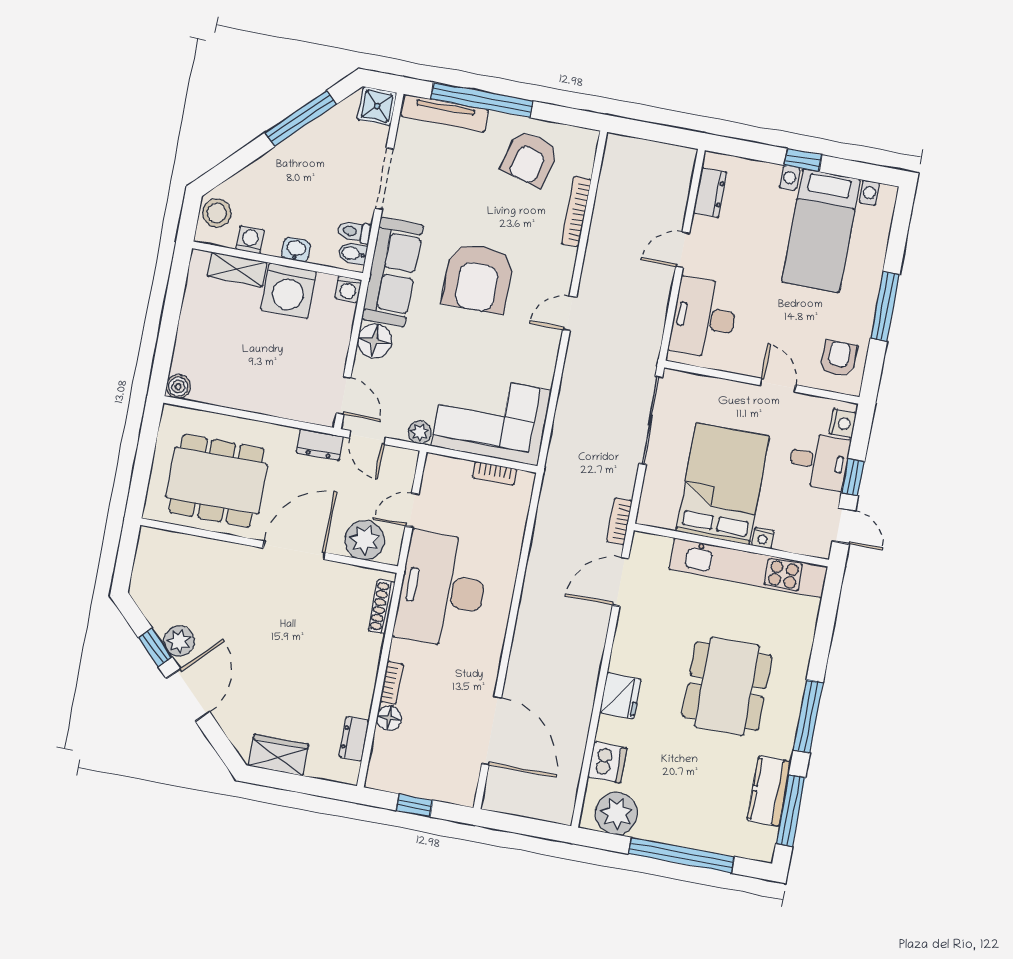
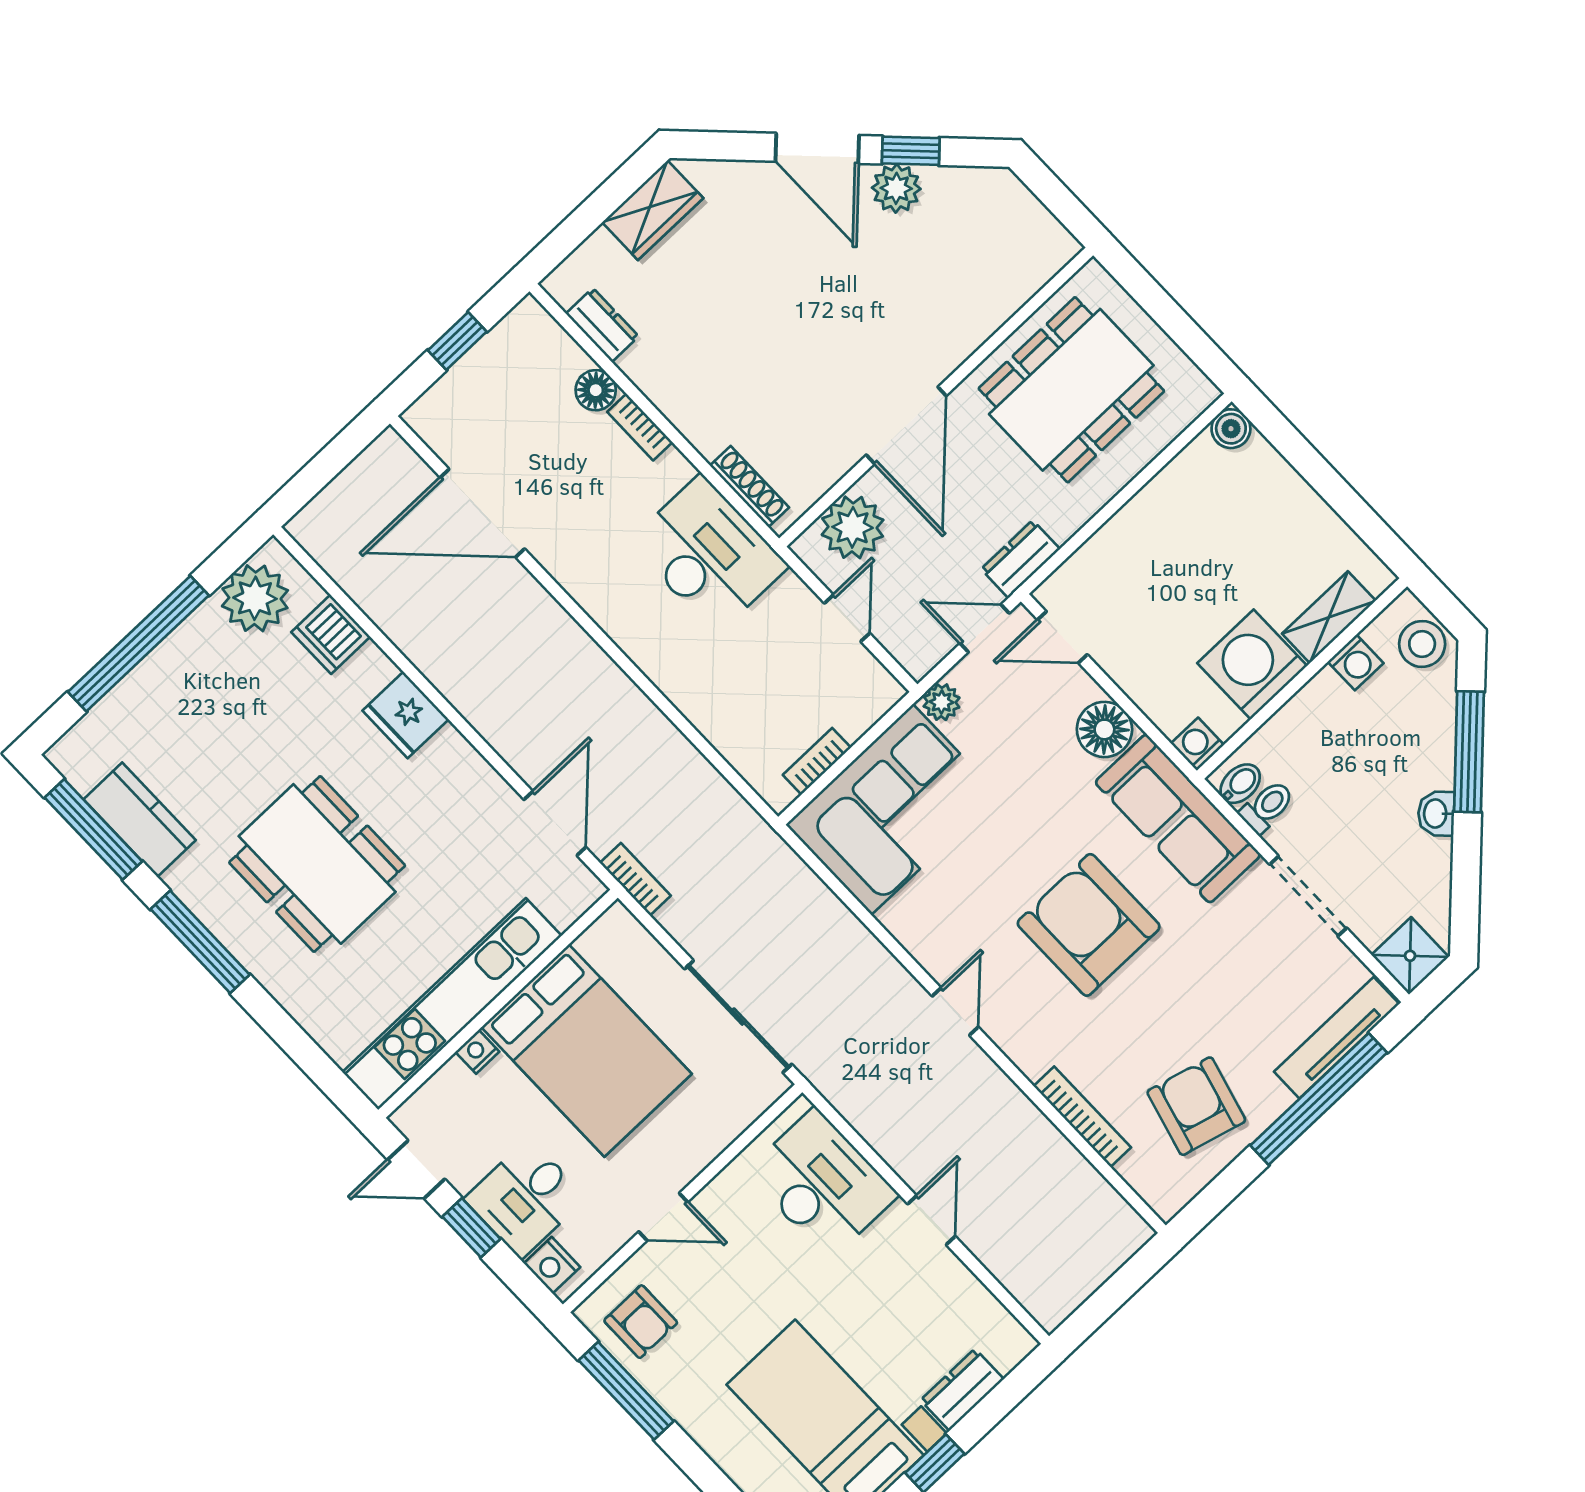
window: (301, 118) -> (1469, 752), moved
dresser: (710, 193) -> (962, 1390), moved, turned 90
washbasin: (296, 250) -> (1436, 814), moved, turned 135
window: (885, 306) -> (626, 1391), moved
desk: (442, 590) -> (709, 554), width x0.73, depth x0.77

